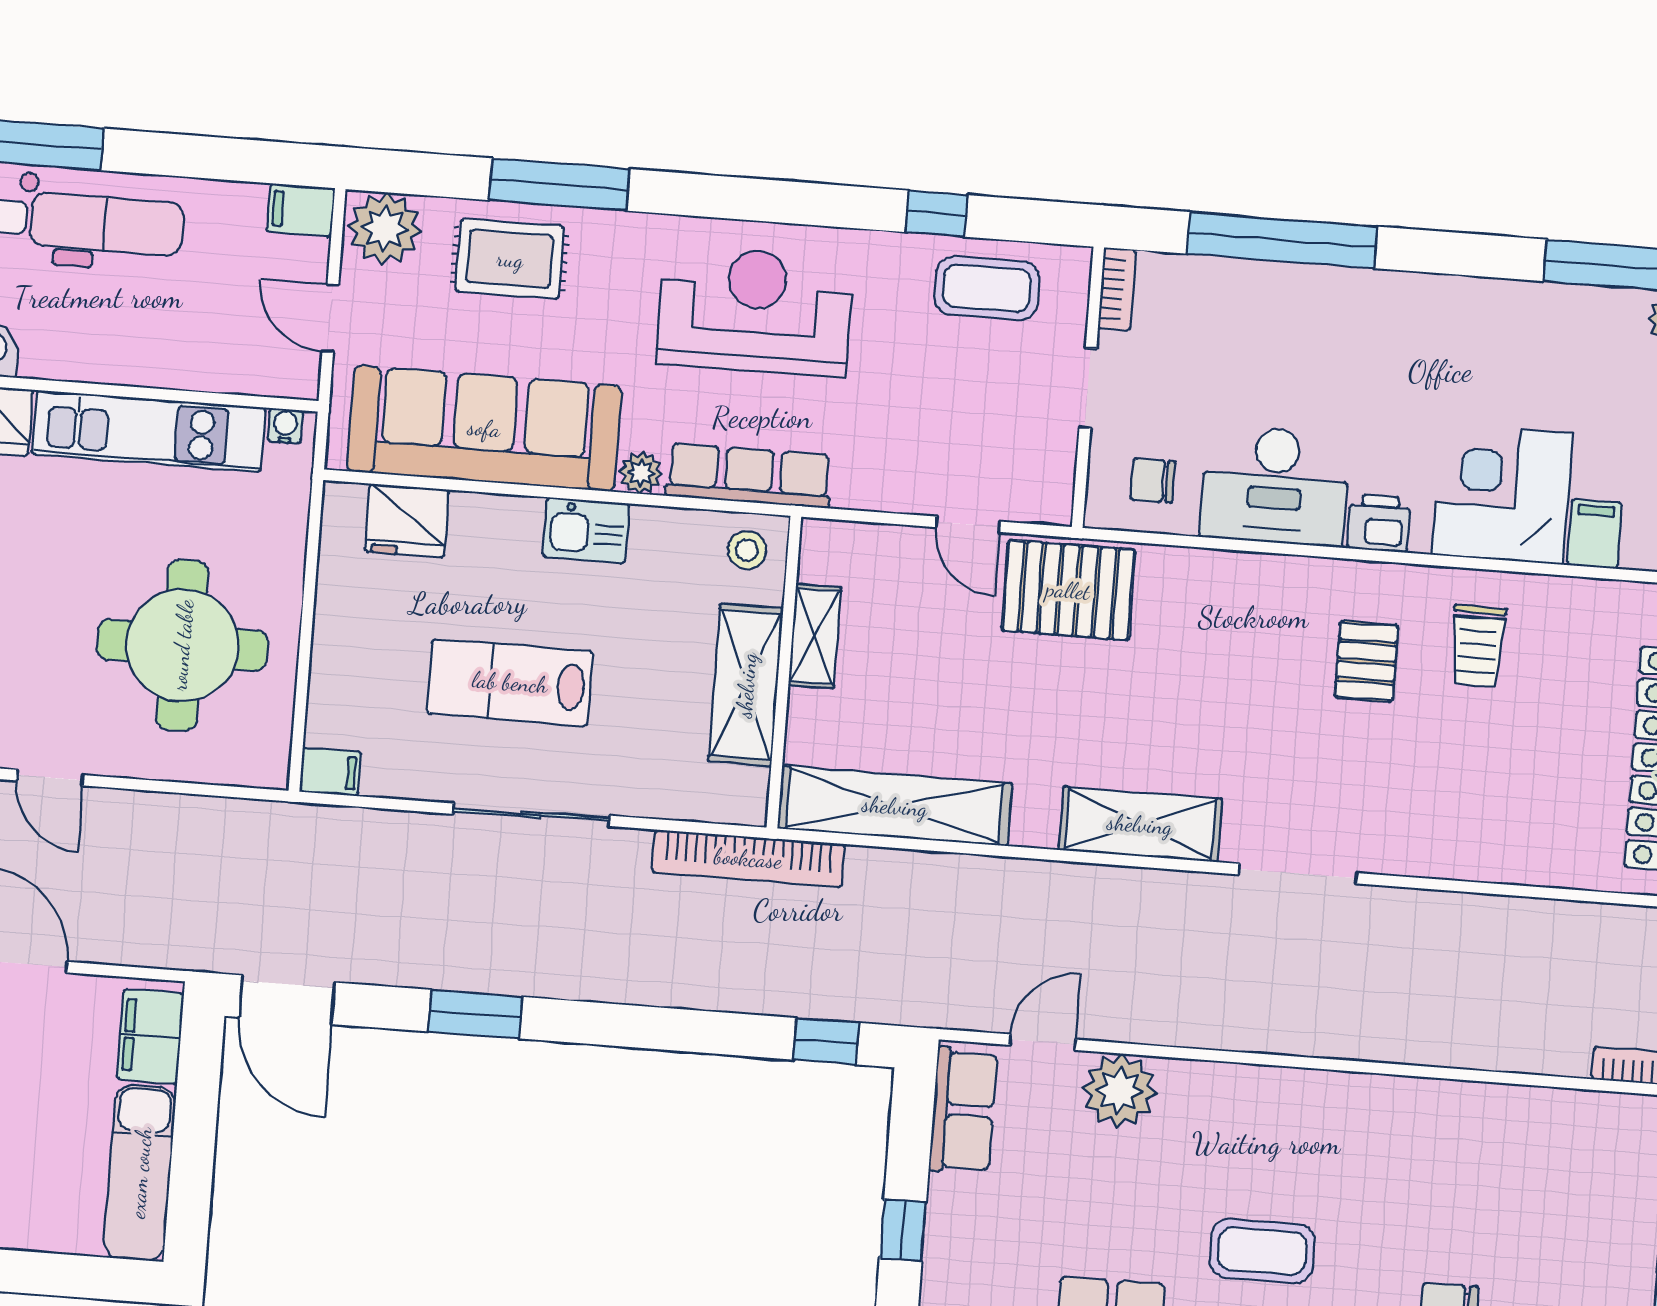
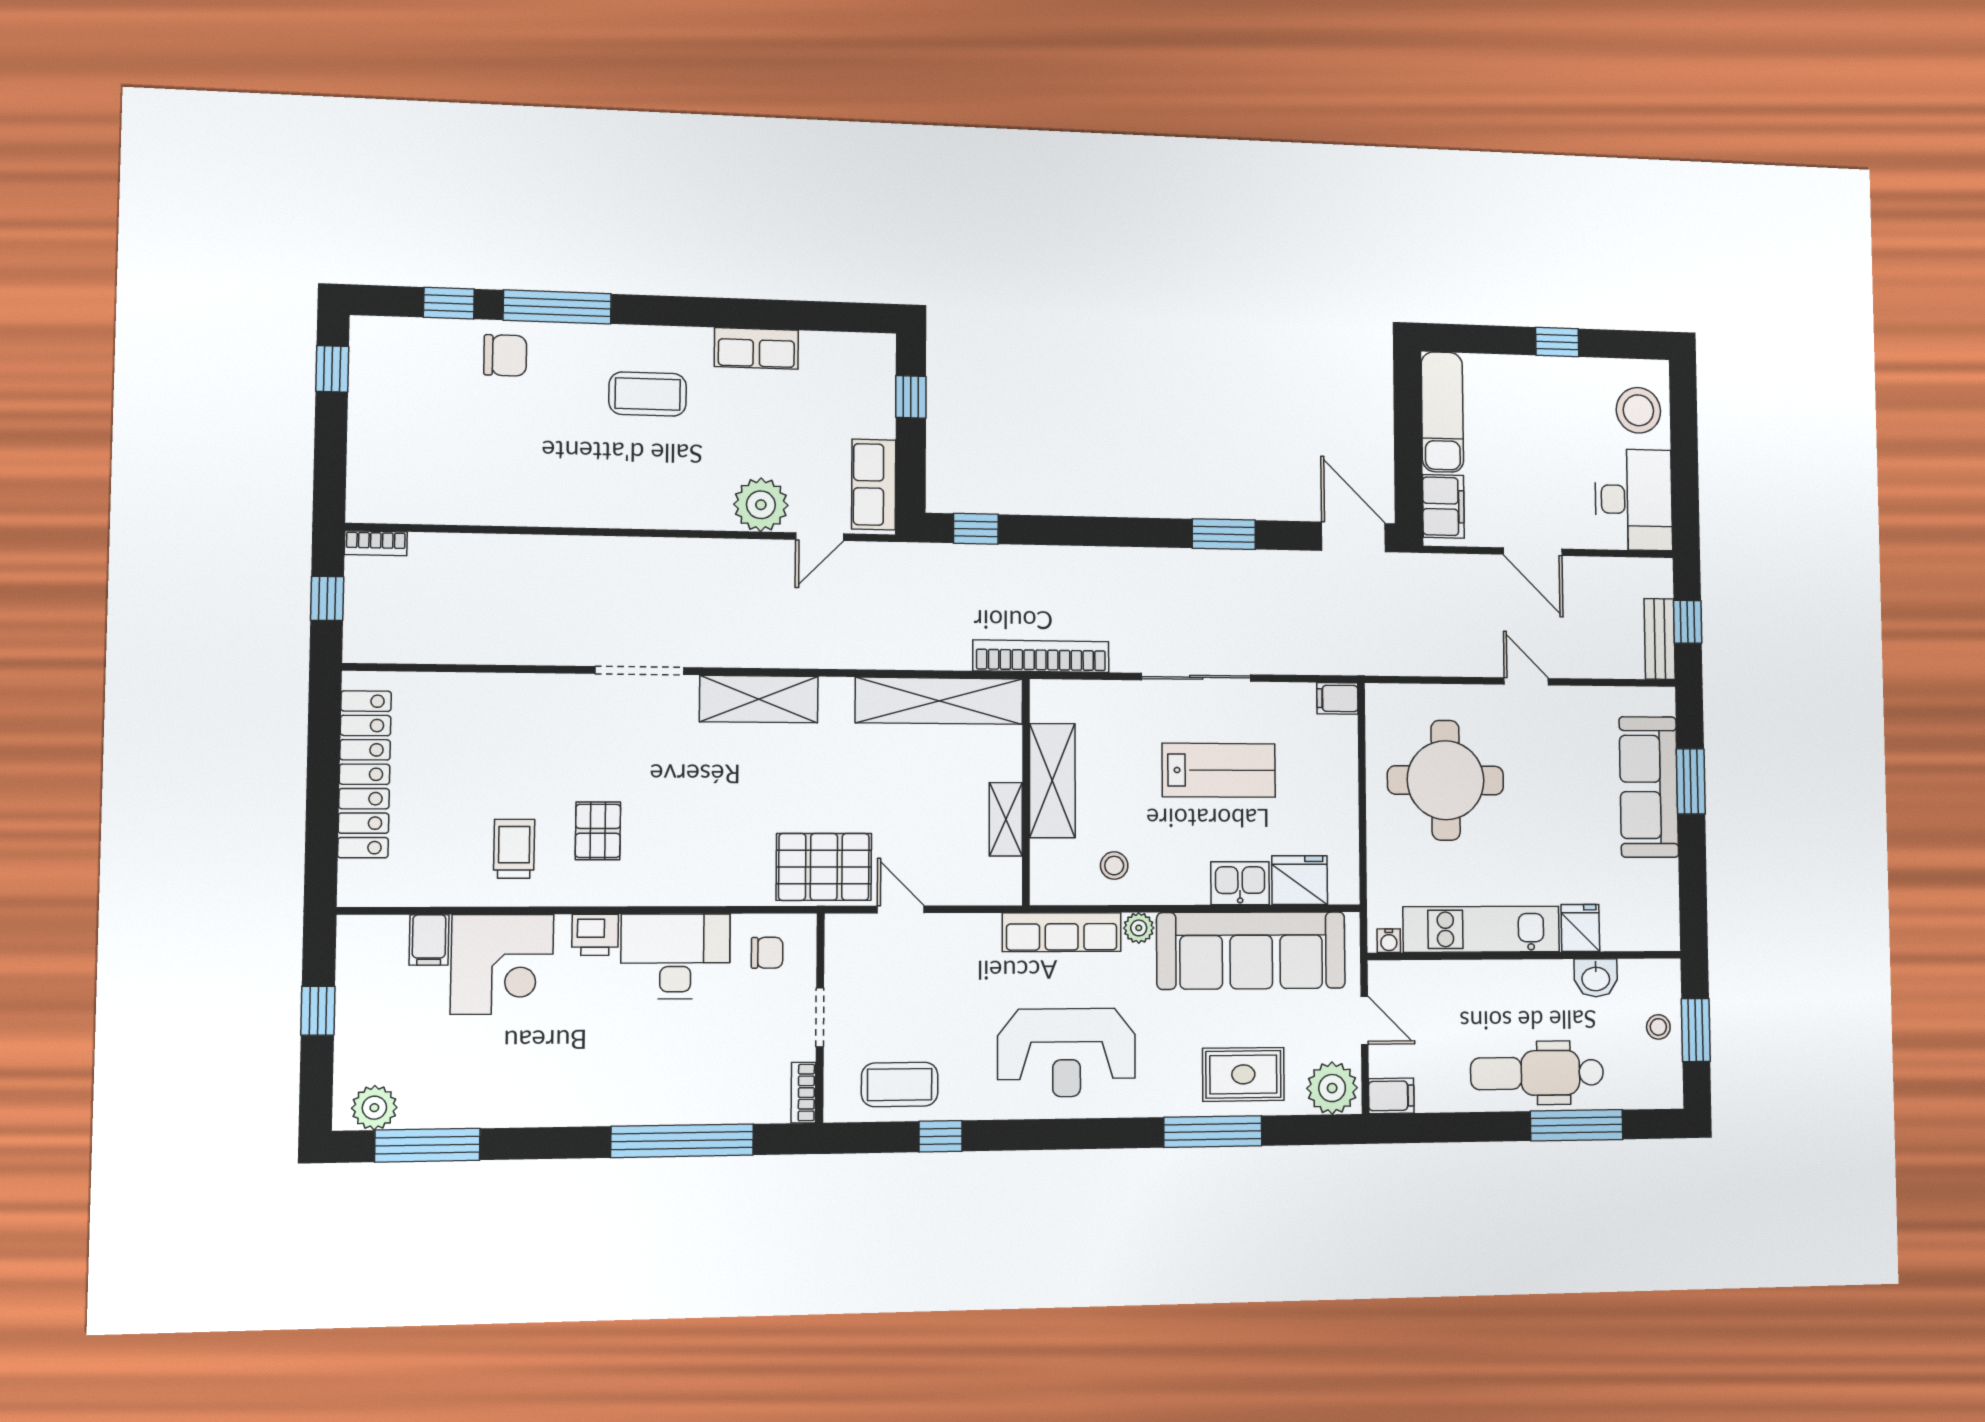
kitchen sink: (586, 530) -> (1240, 883), moved
stool: (747, 550) -> (1114, 866), moved

